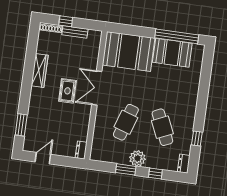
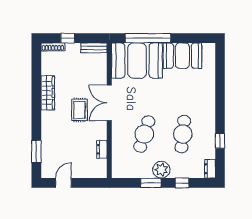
bench: (75, 32) -> (94, 48), moved
window: (177, 36) -> (148, 38), moved
cafe table: (162, 127) -> (183, 134), turned 30
dresser: (81, 150) -> (102, 149), moved

